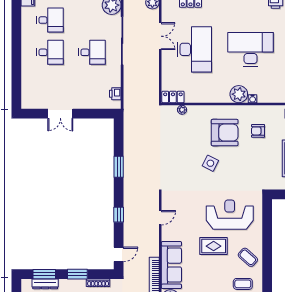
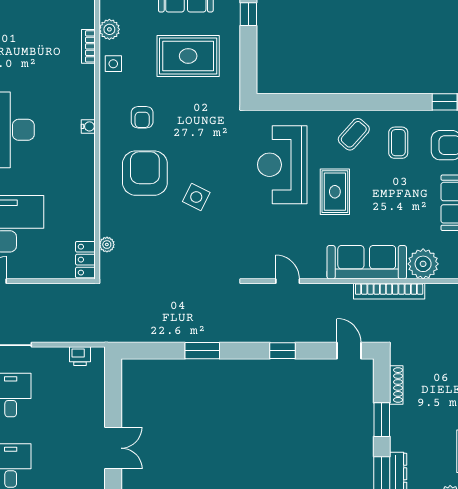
plant: (239, 94) -> (81, 149), removed

